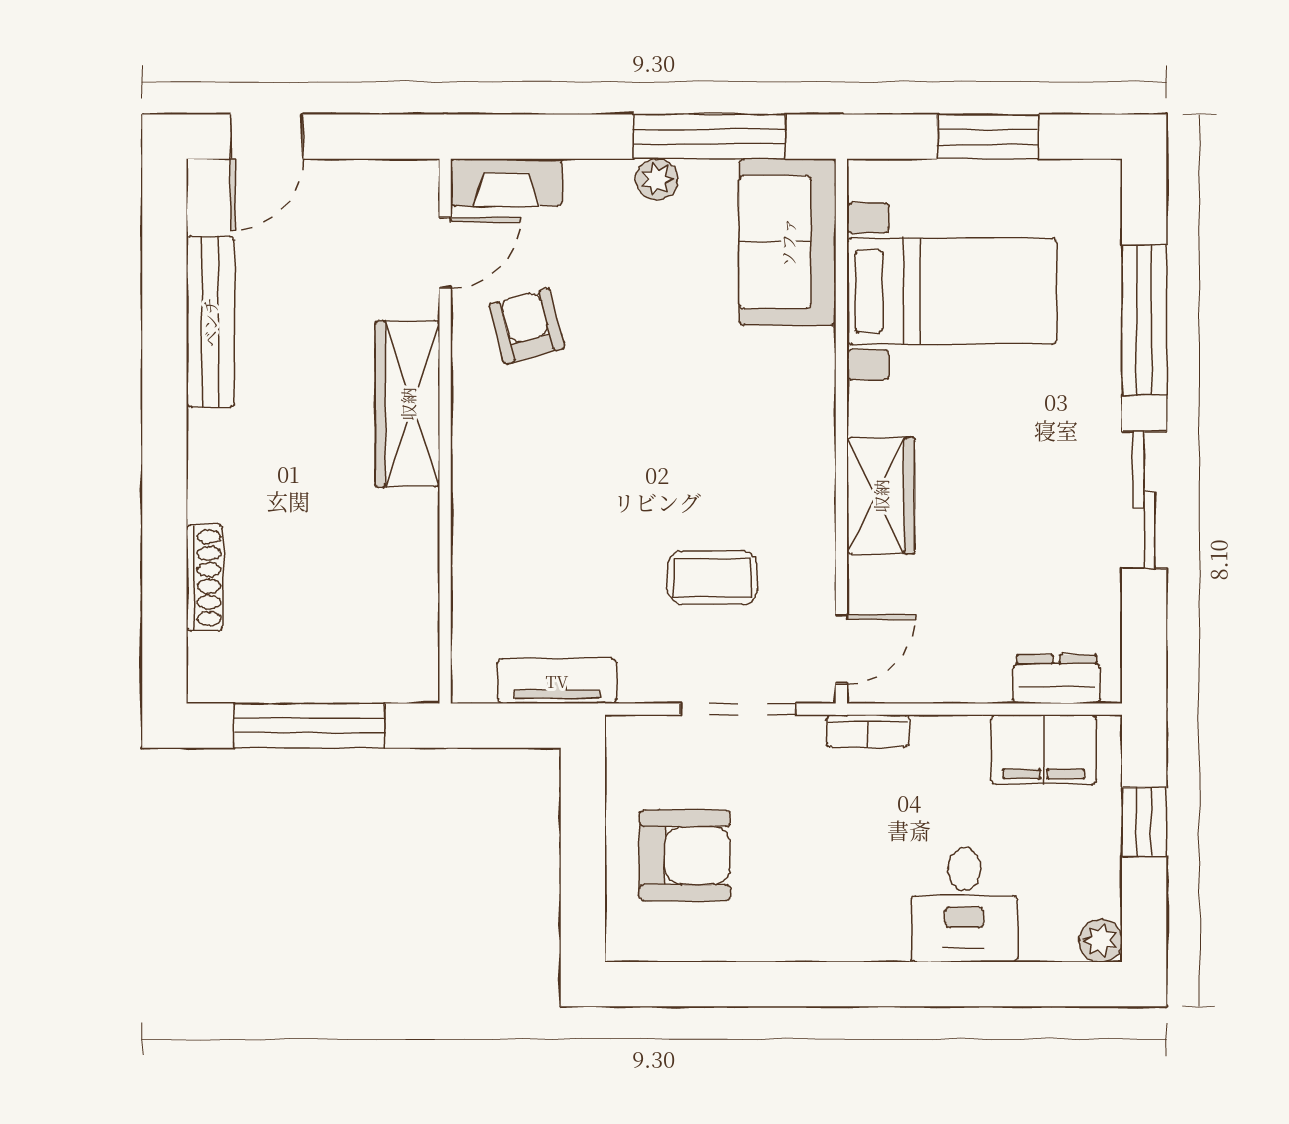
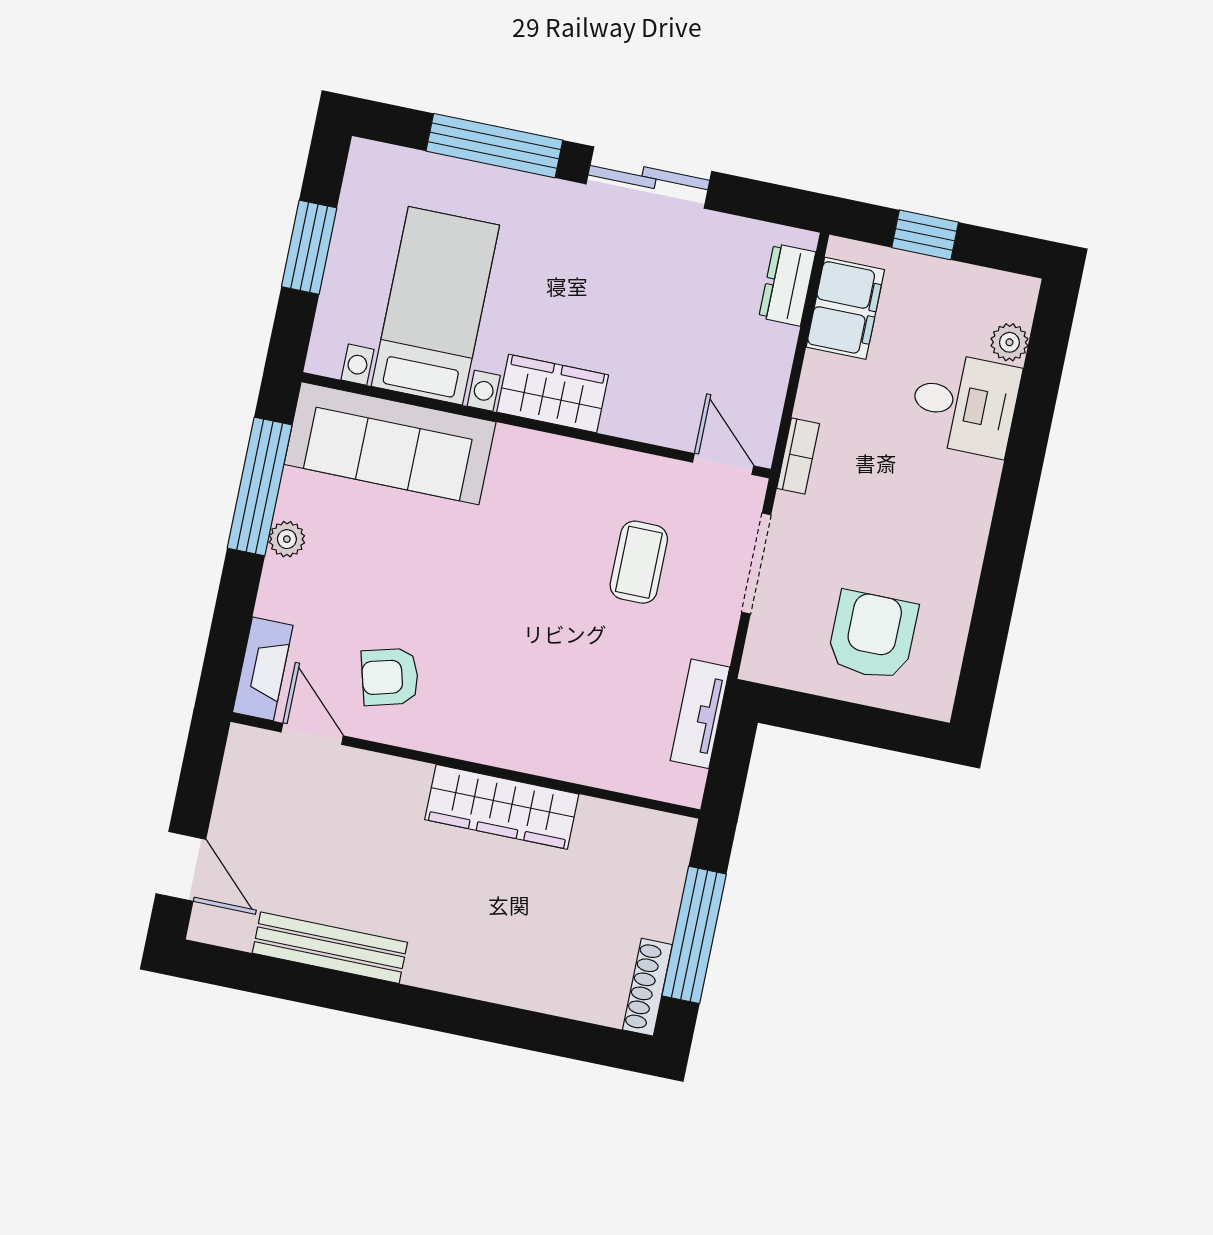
sofa: (788, 242) -> (390, 443), width x1.36
wardrobe: (408, 404) -> (502, 807), moved
wardrobe: (881, 496) -> (553, 394), moved
shoe rack: (205, 578) -> (647, 987), moved, turned -90
plant: (1101, 941) -> (1009, 342), moved

